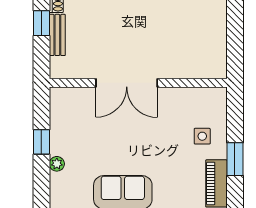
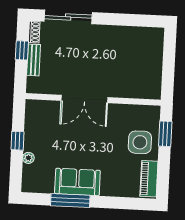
side table: (202, 136) -> (140, 142), width x1.87, depth x1.87
window: (235, 159) -> (165, 134), moved

